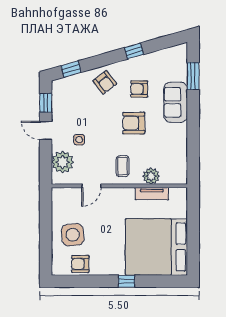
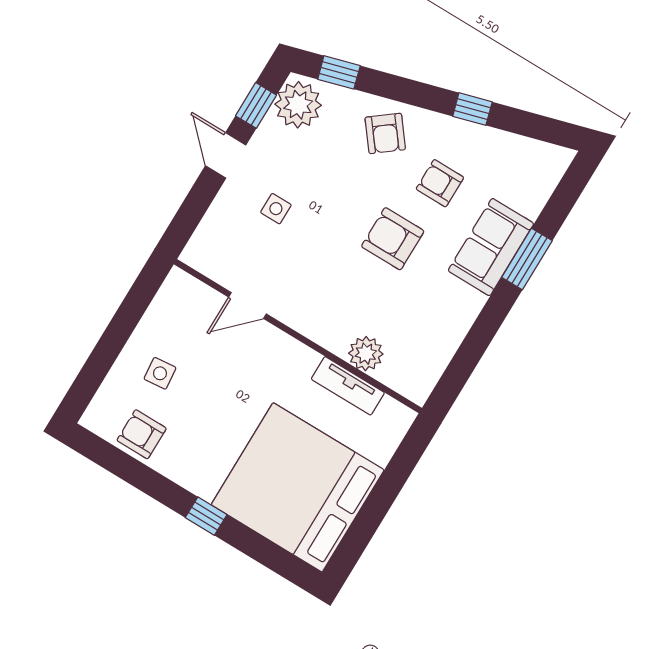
window: (193, 76) -> (527, 259), moved
plant: (63, 162) -> (298, 105), moved
coffee table: (123, 166) -> (325, 304), removed
side table: (73, 235) -> (160, 373), width x0.54, depth x0.54

